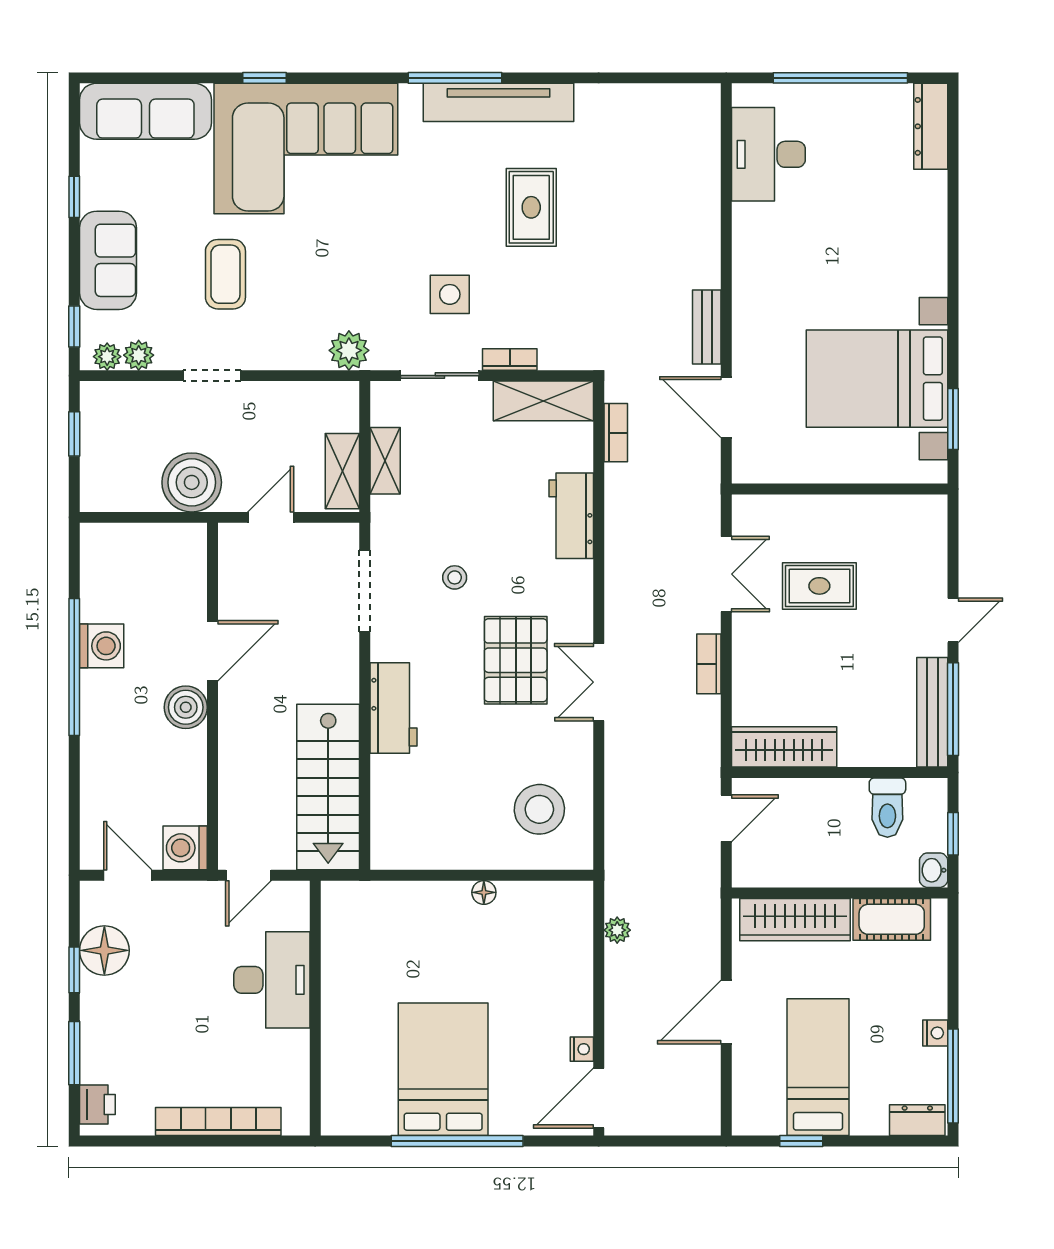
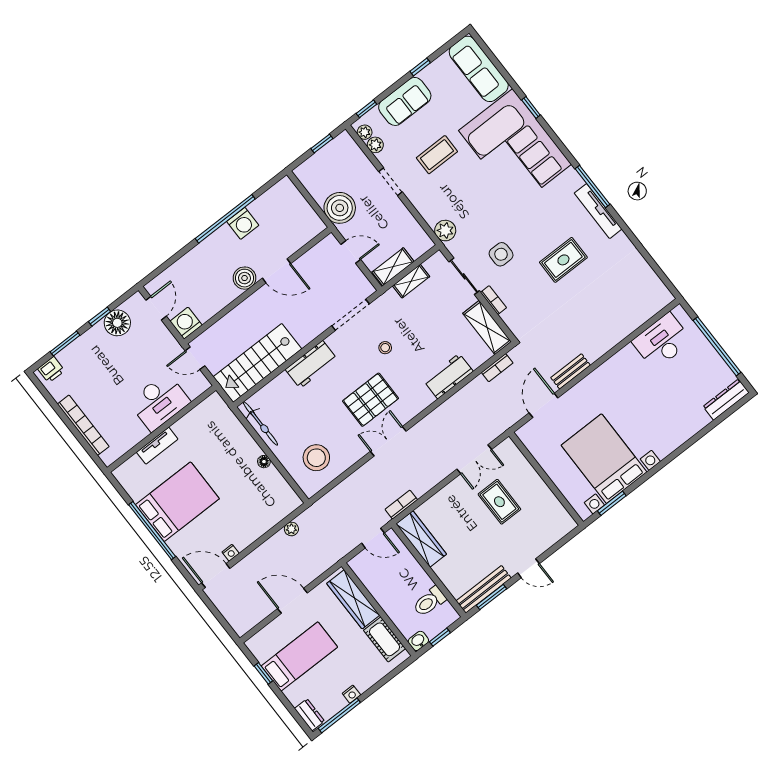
tv unit: (498, 102) -> (598, 211), width x0.73, depth x0.78
bookcase: (709, 664) -> (401, 505), moved
window: (953, 709) -> (491, 597), width x0.69
bicycle: (423, 853) -> (260, 423), added
tv unit: (335, 1034) -> (157, 446), added

